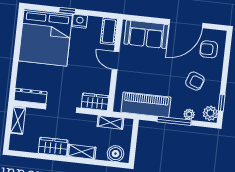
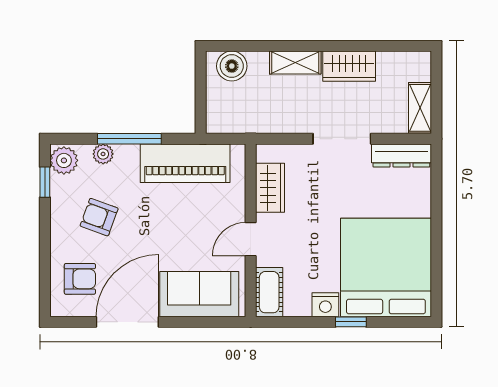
door: (116, 60) -> (251, 239), swing flipped
wardrobe: (95, 102) -> (270, 188), moved, turned -90
shelving: (110, 122) -> (248, 123), removed

